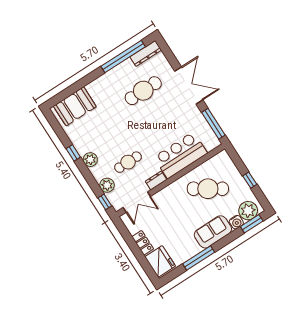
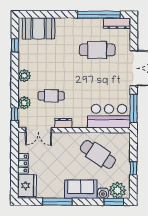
window: (73, 153) -> (15, 45), moved
bar counter: (181, 155) -> (109, 116), moved

